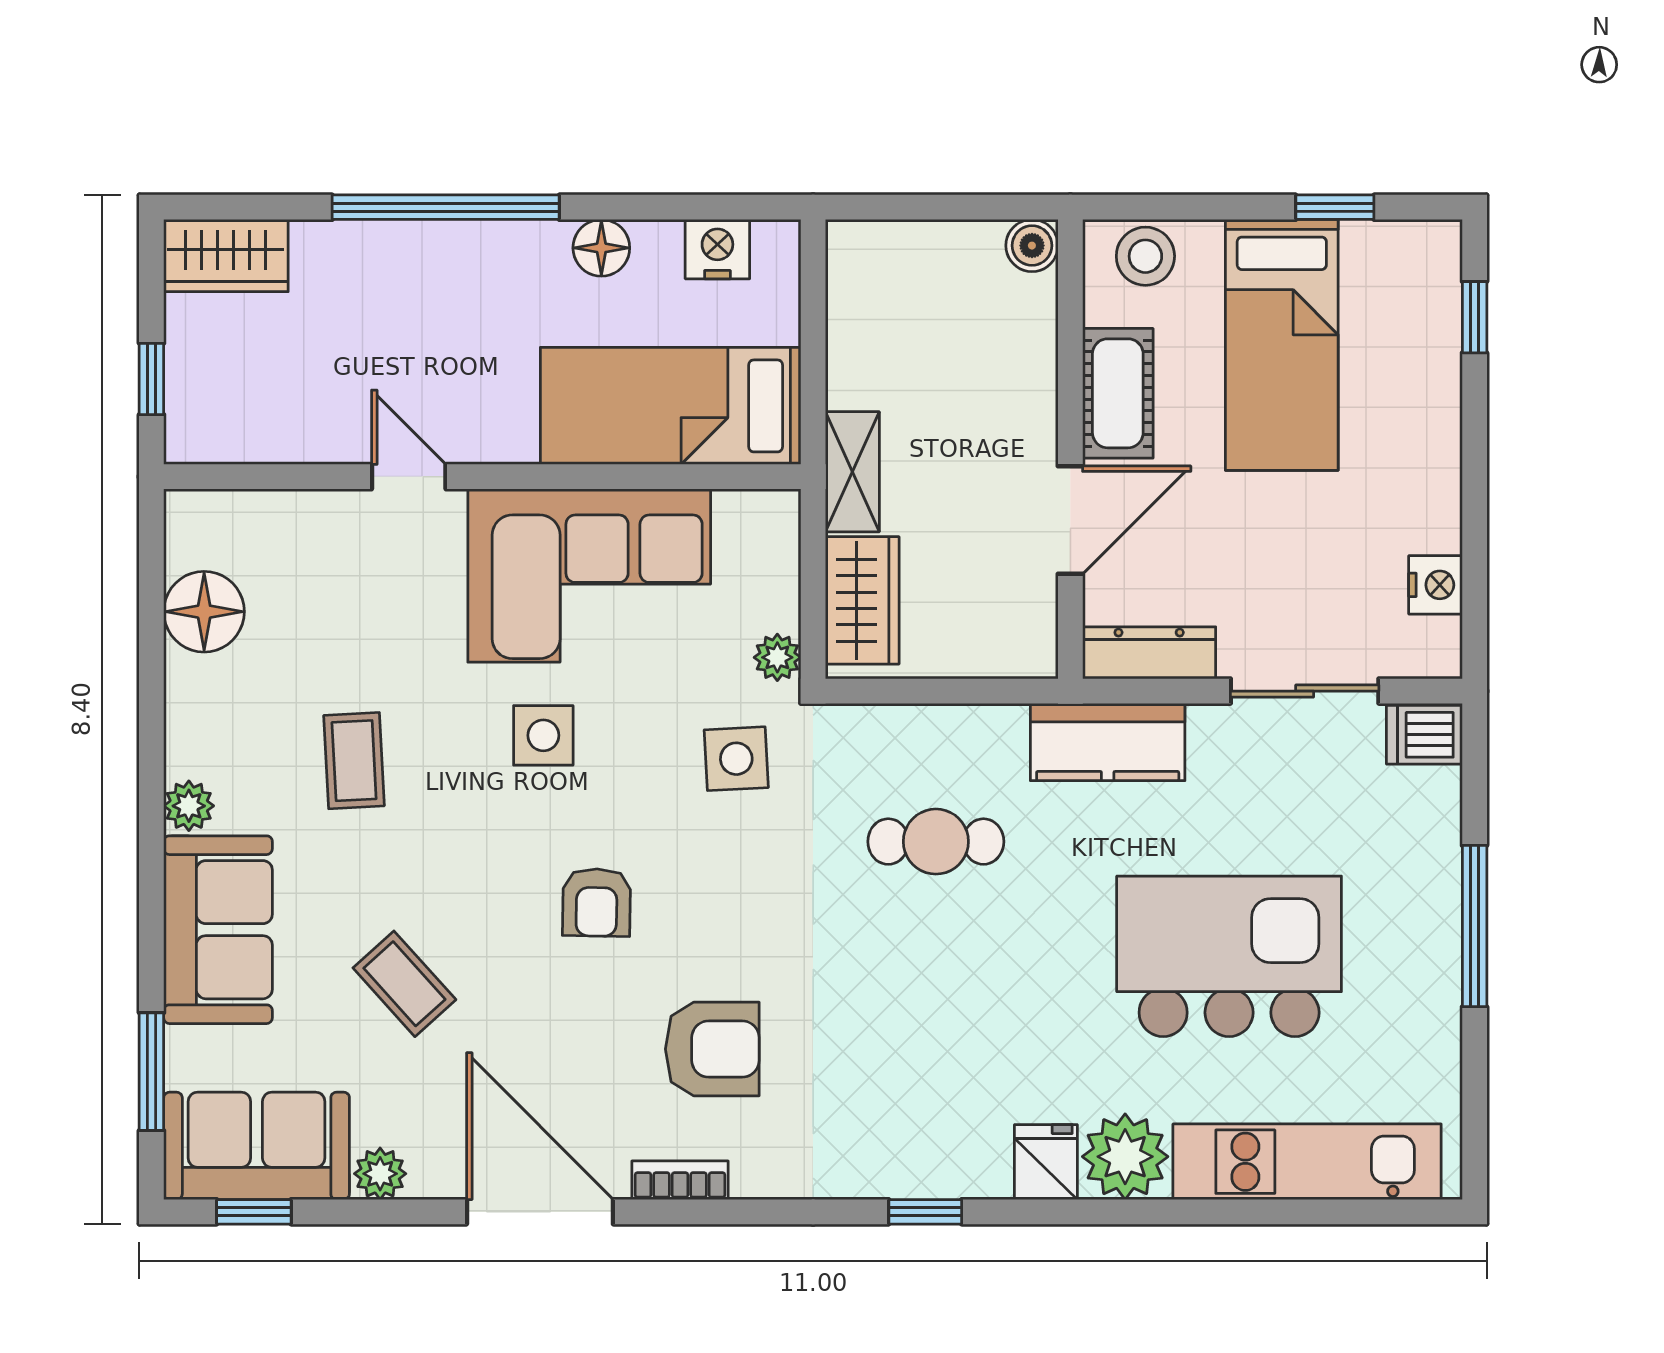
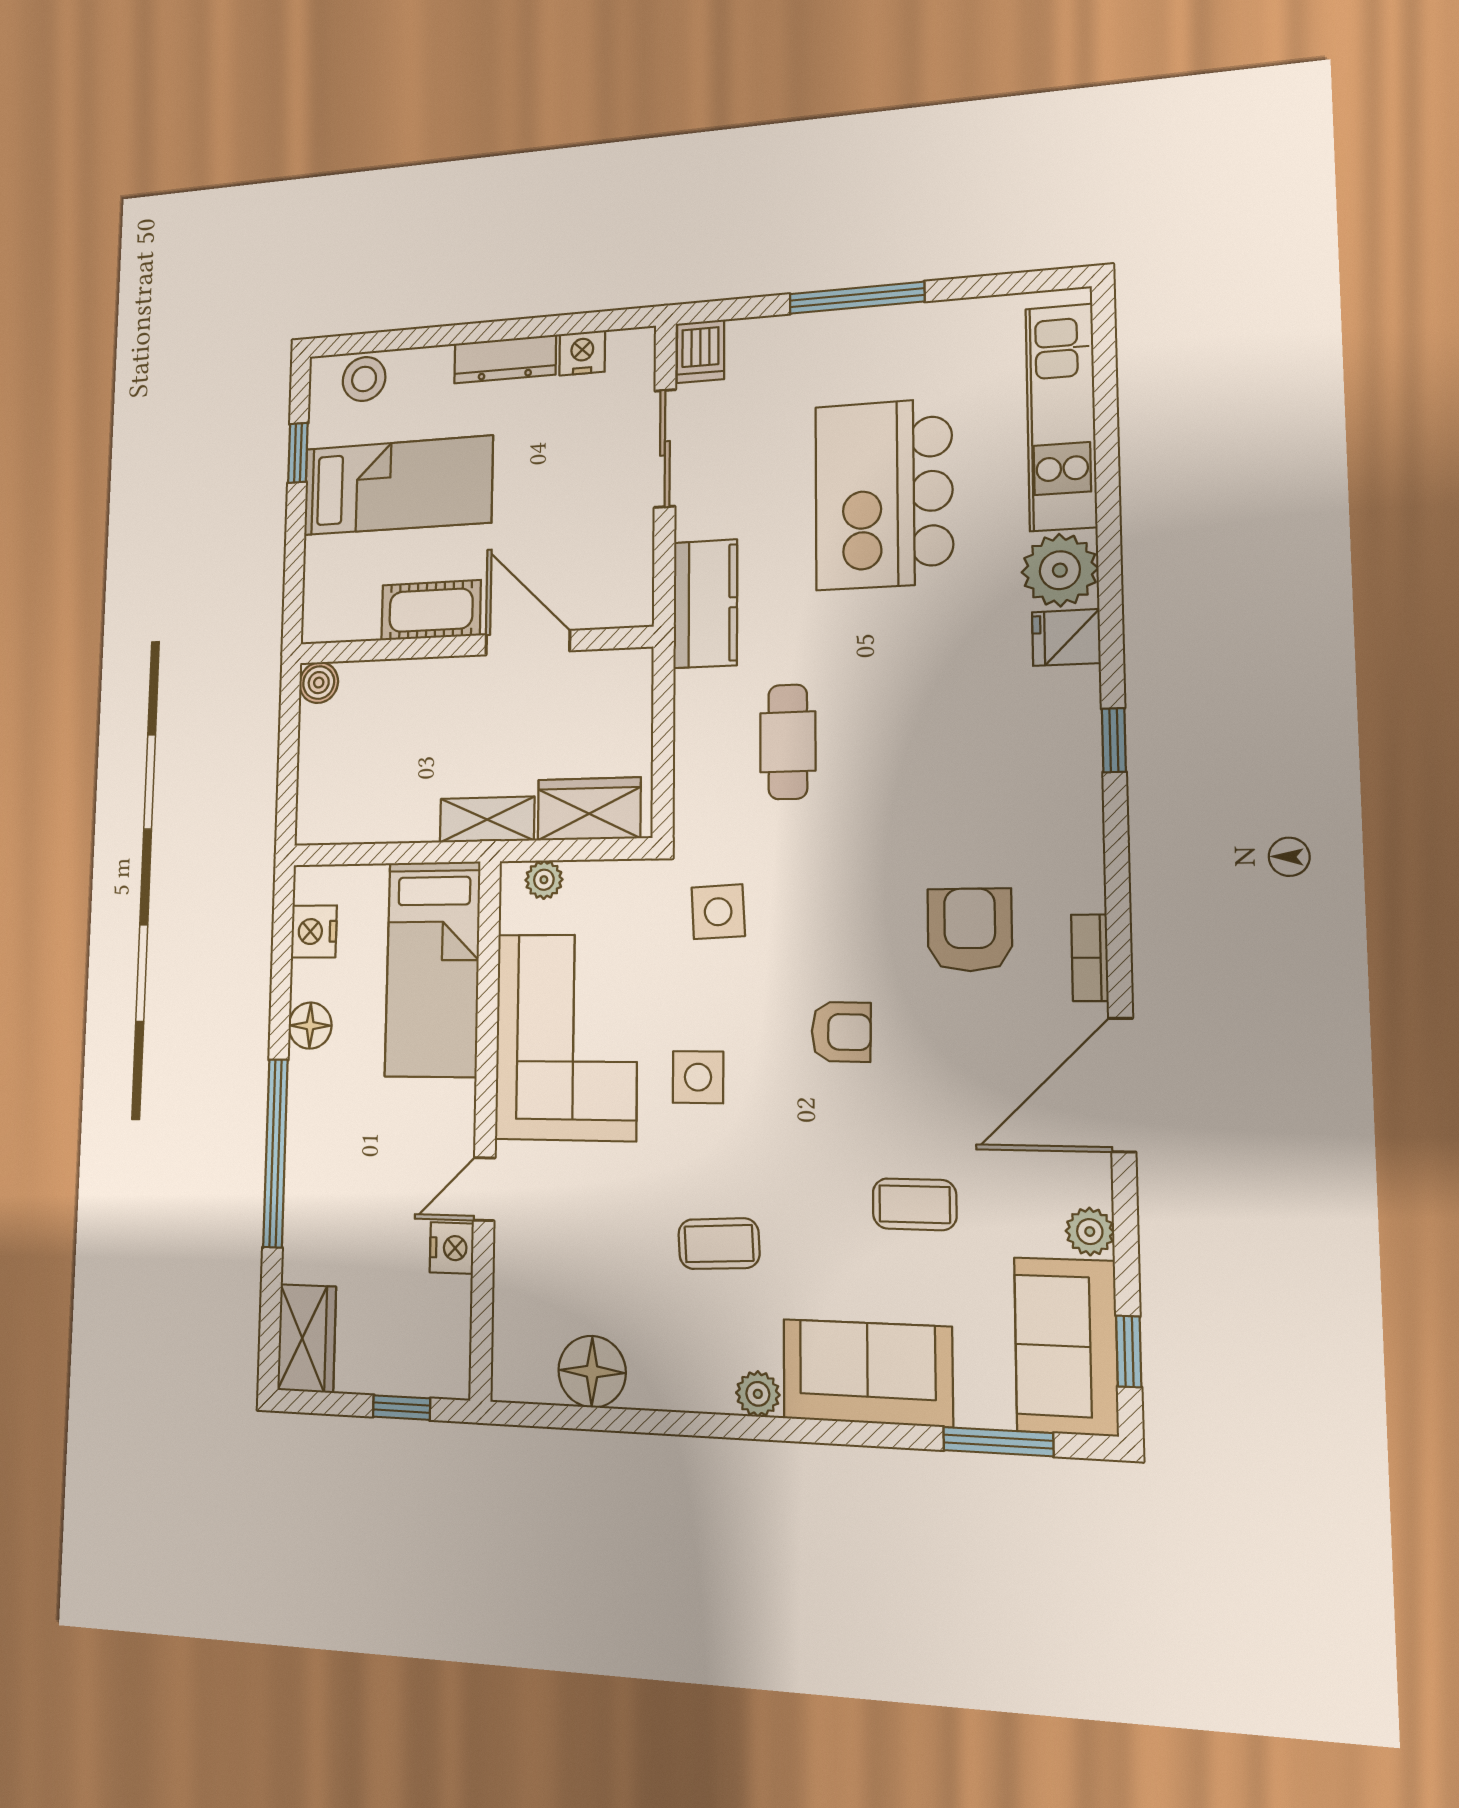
stool: (1145, 256) -> (364, 379), moved
window: (1475, 317) -> (381, 341), removed
nightstand: (339, 437) -> (452, 1248), added
dresser: (1149, 653) -> (505, 359), moved, turned -90
plant: (777, 657) -> (544, 880), moved
coffee table: (404, 984) -> (915, 1204), turned 42

